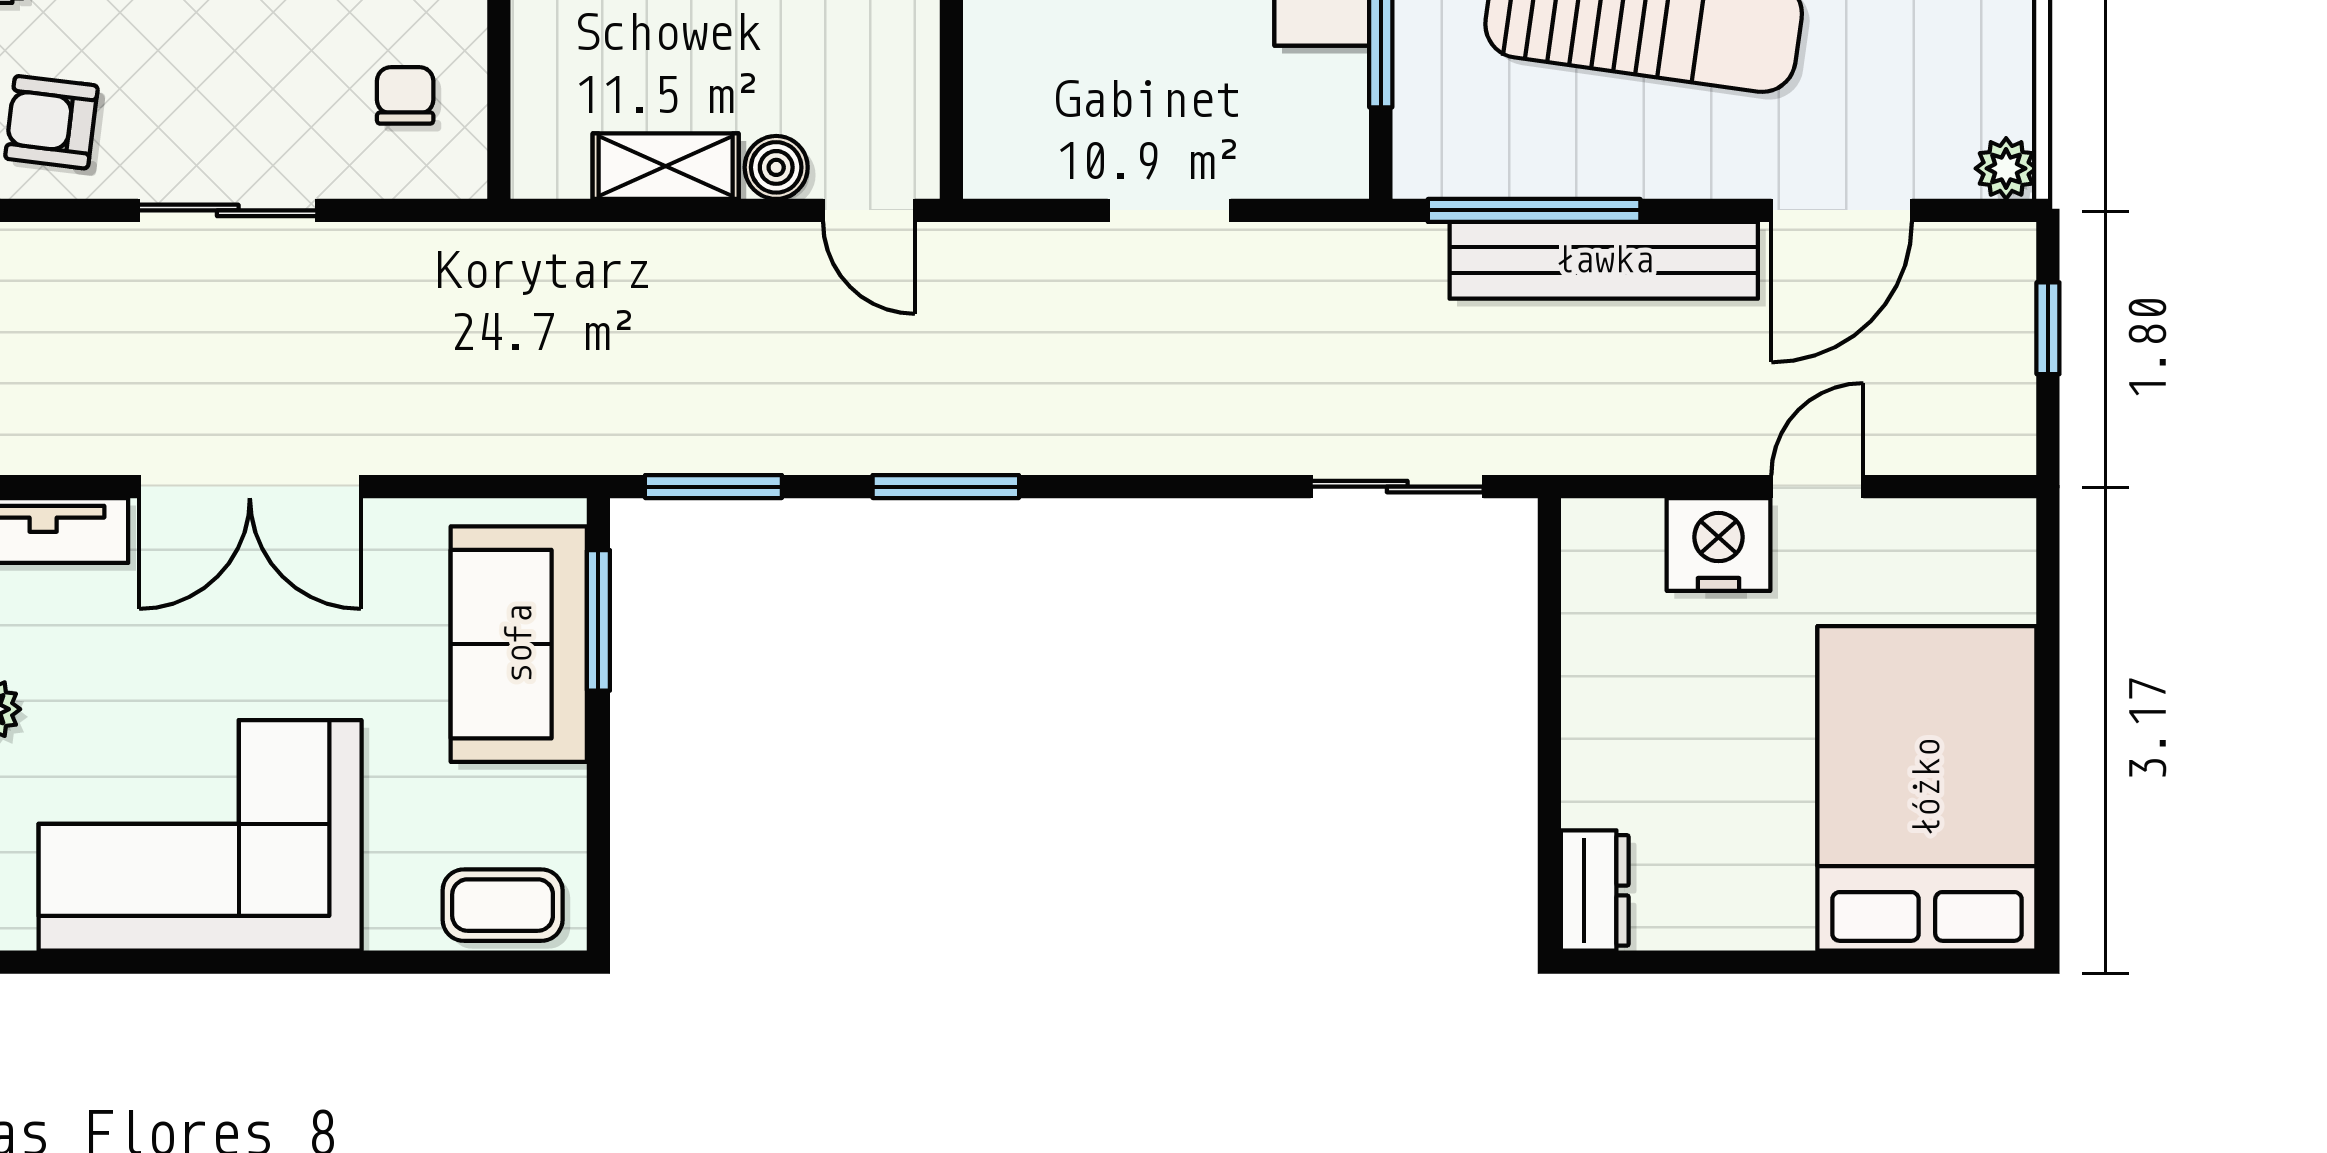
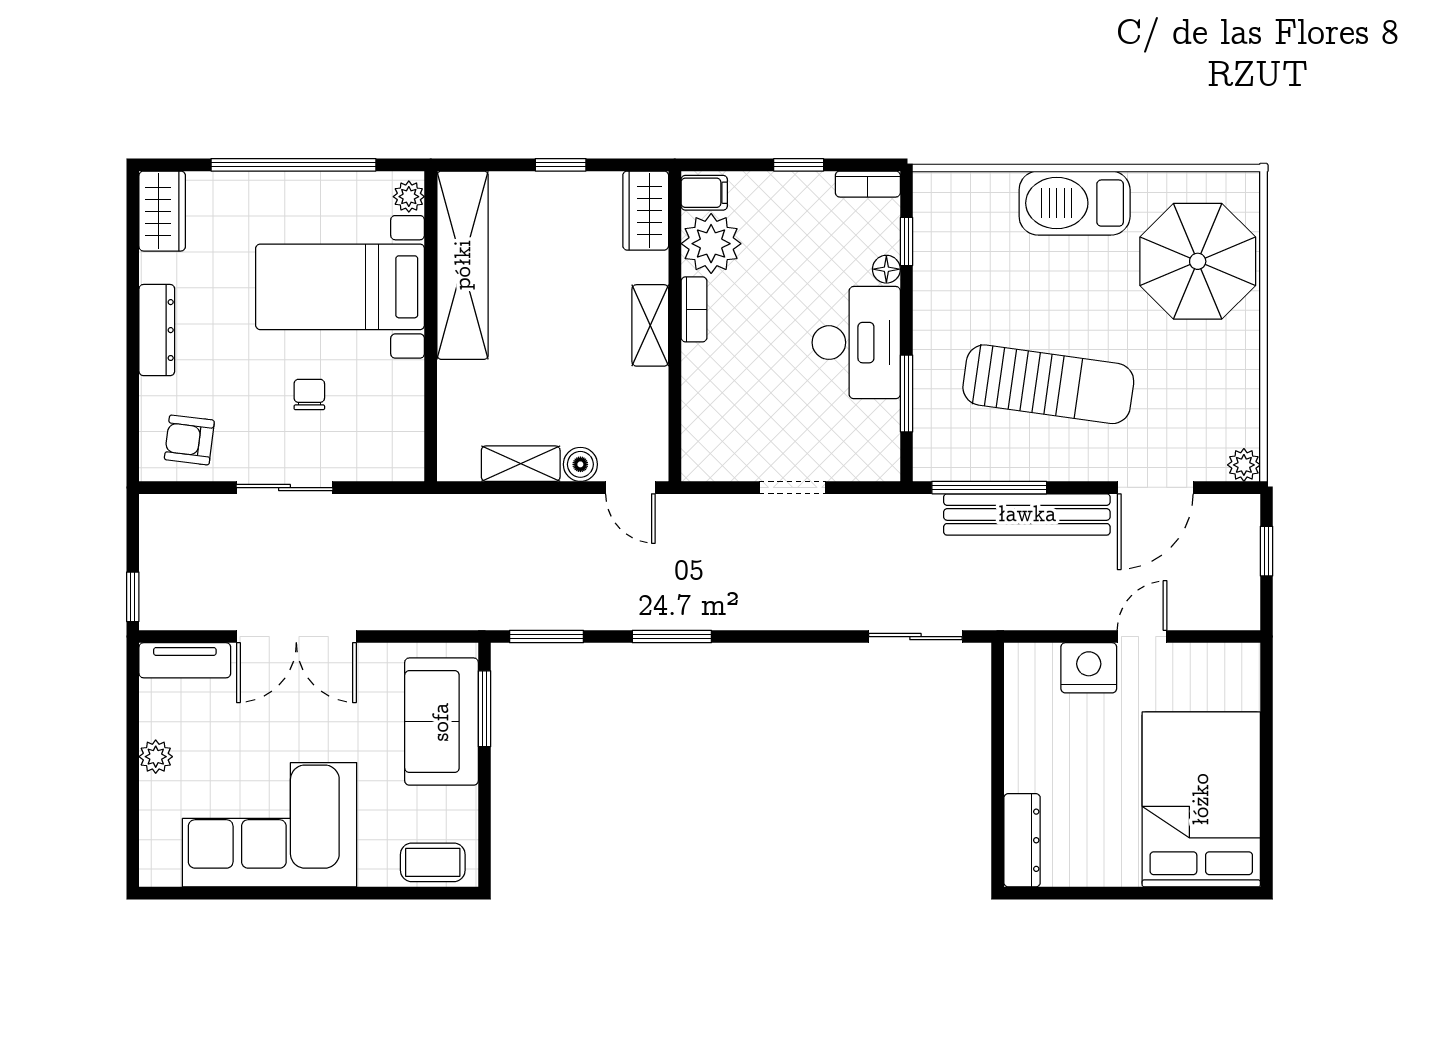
chair: (405, 95) -> (309, 395), moved
dresser: (1595, 890) -> (1022, 840), width x1.44

